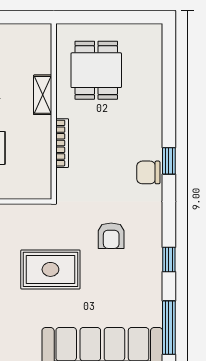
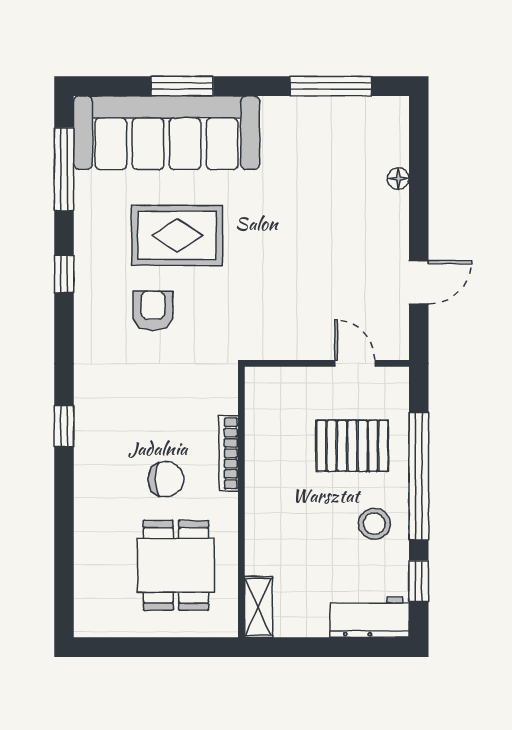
shelving: (43, 95) -> (258, 607), moved
chair: (148, 172) -> (166, 479), moved
rug: (50, 269) -> (177, 235), moved

